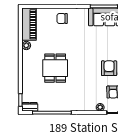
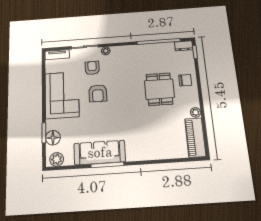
chair: (62, 18) -> (185, 80), moved

